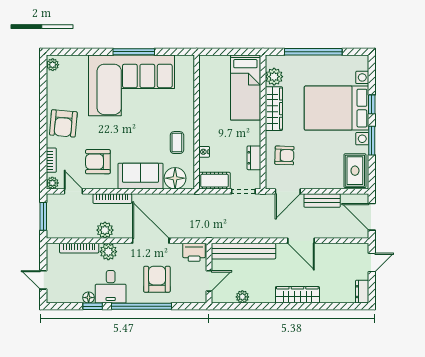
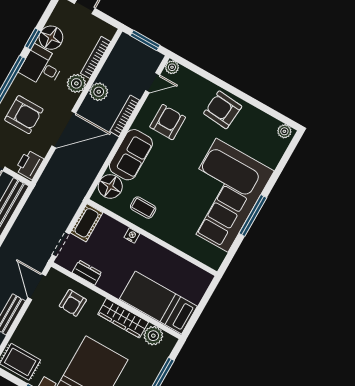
nightstand: (204, 152) -> (132, 235), moved
bookcase: (51, 160) -> (194, 78), removed
floor lamp: (89, 298) -> (51, 38), width x1.89, depth x1.89

